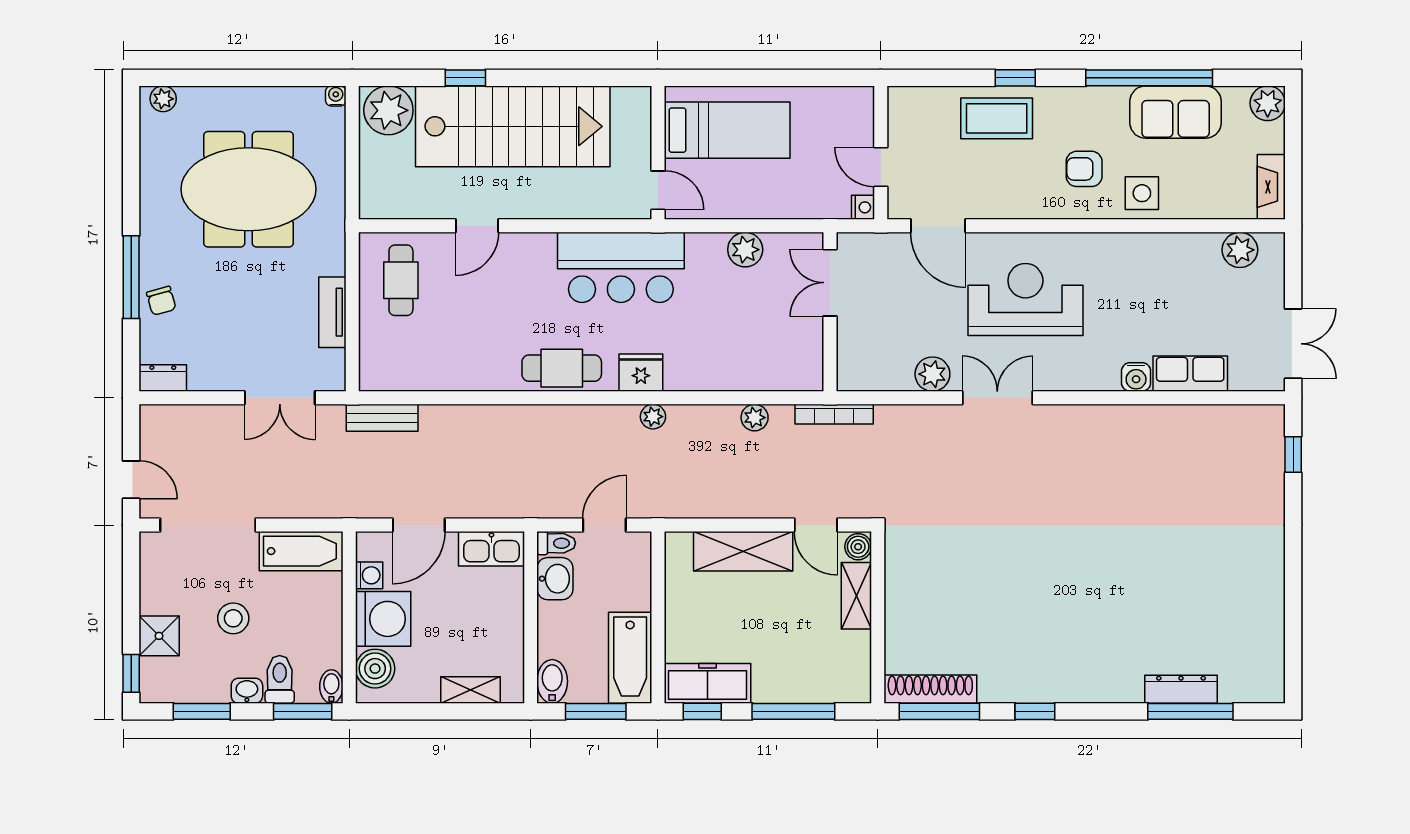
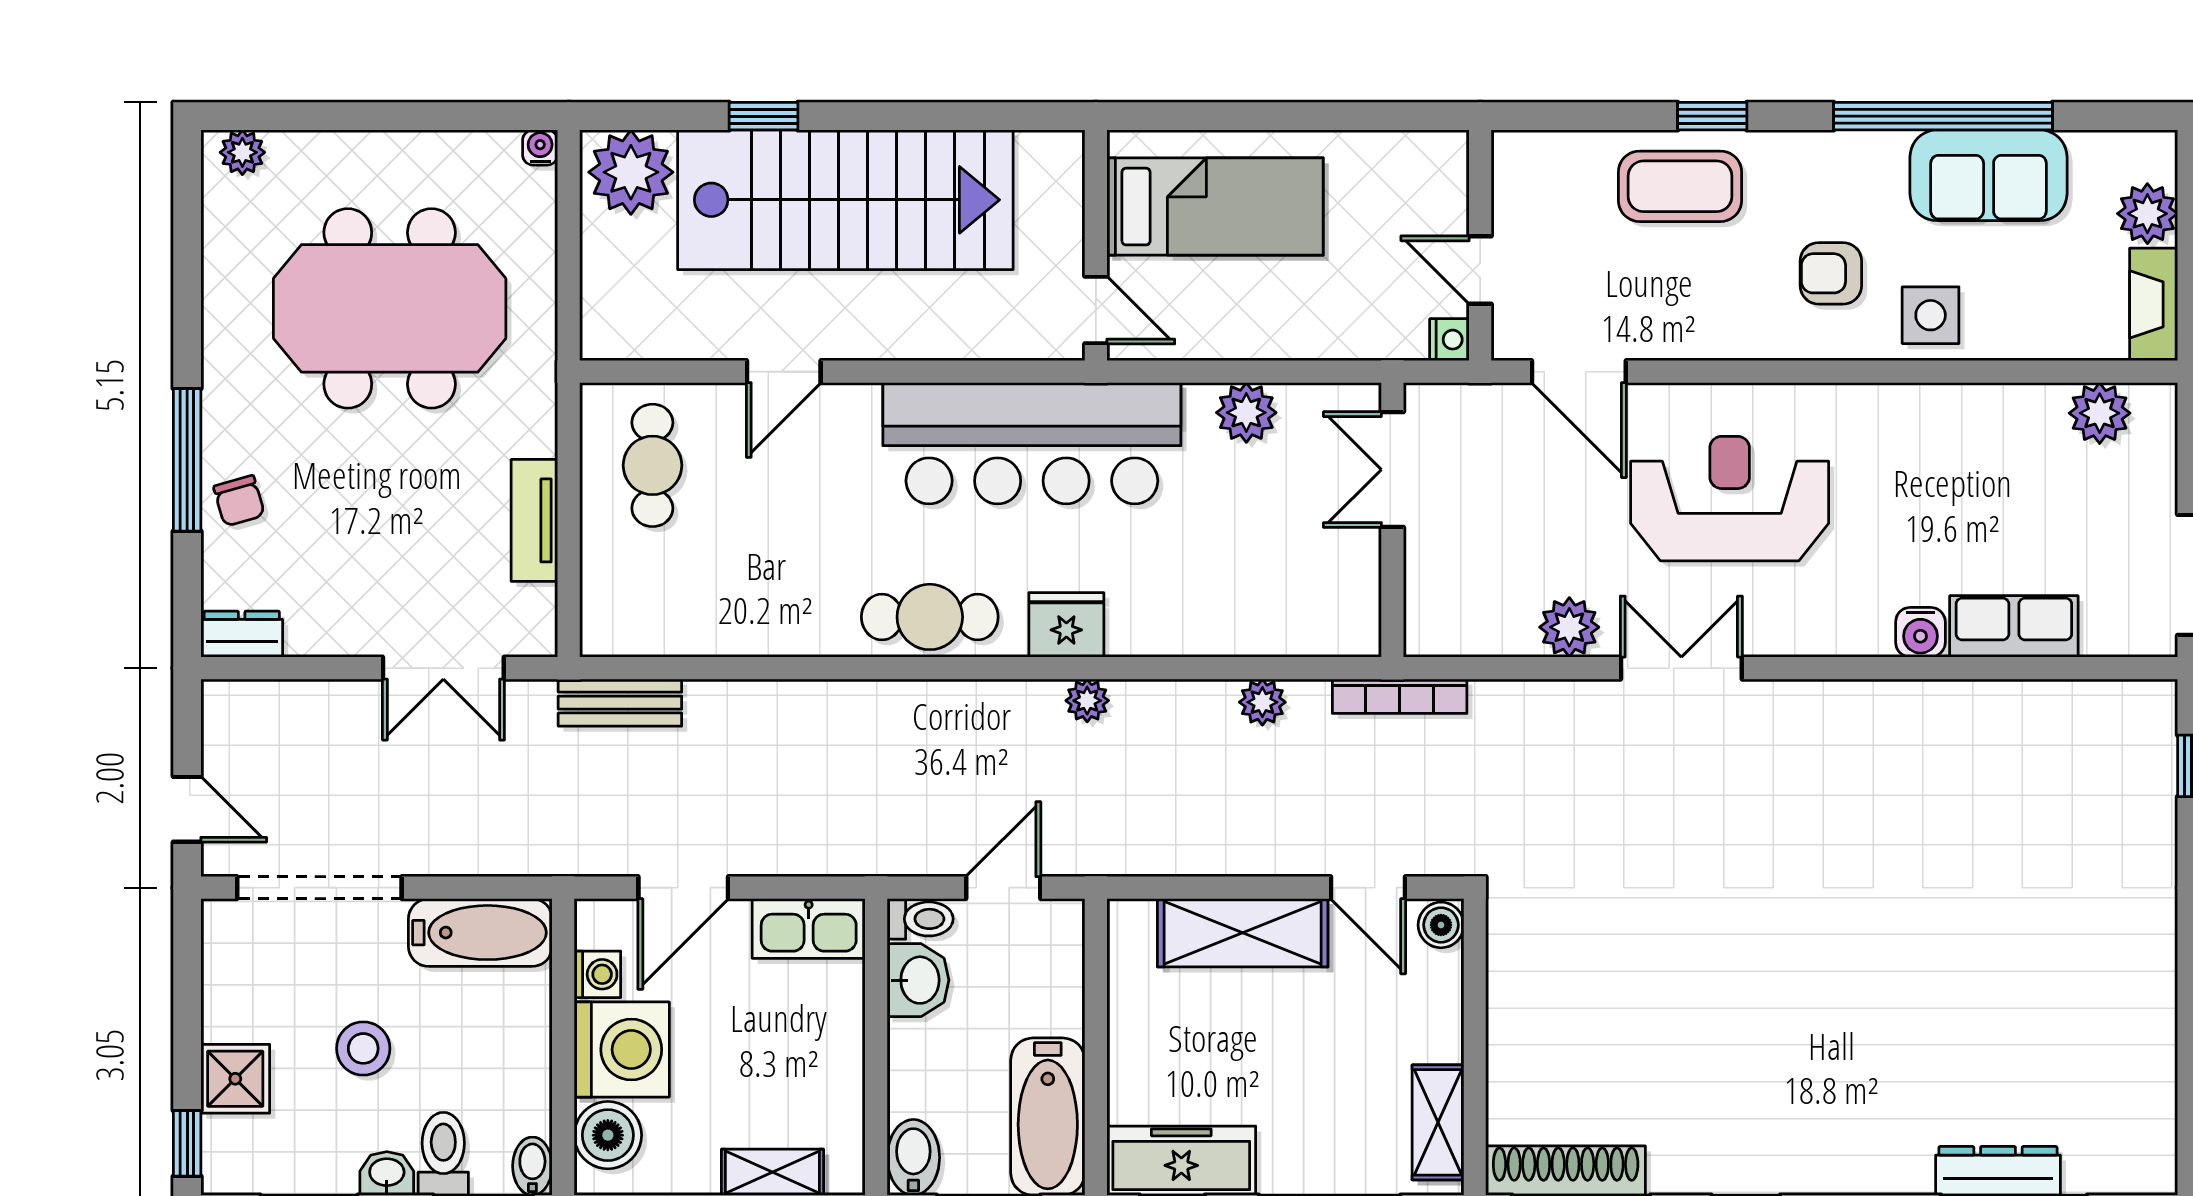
plant: (1268, 103) -> (2147, 214), moved
bar counter: (621, 267) -> (1032, 443), width x1.36
shelving: (856, 596) -> (1438, 1122), moved

